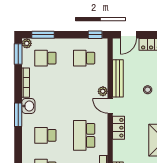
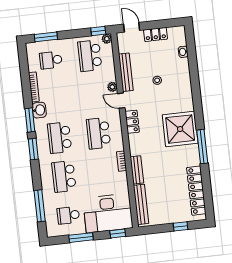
door: (128, 35) -> (132, 27), swing flipped
plant: (27, 43) -> (107, 39), moved
window: (18, 54) -> (33, 149), moved
school desk: (84, 58) -> (90, 56), width x1.85
school desk: (45, 135) -> (60, 138), width x1.85

